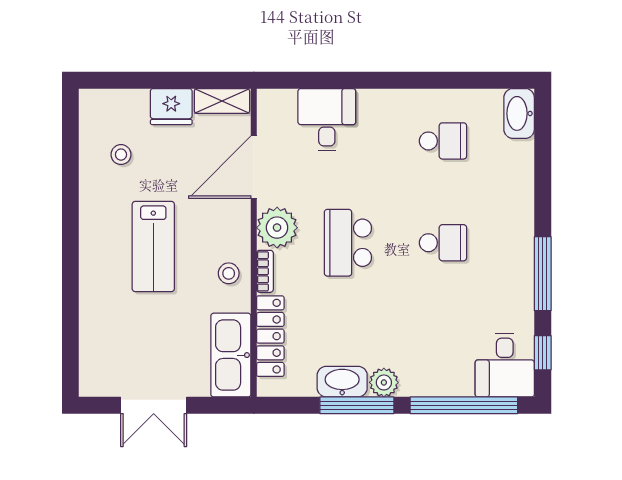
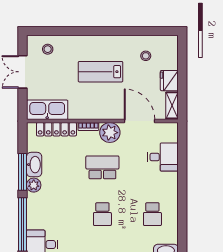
stool: (229, 273) -> (48, 49), moved

